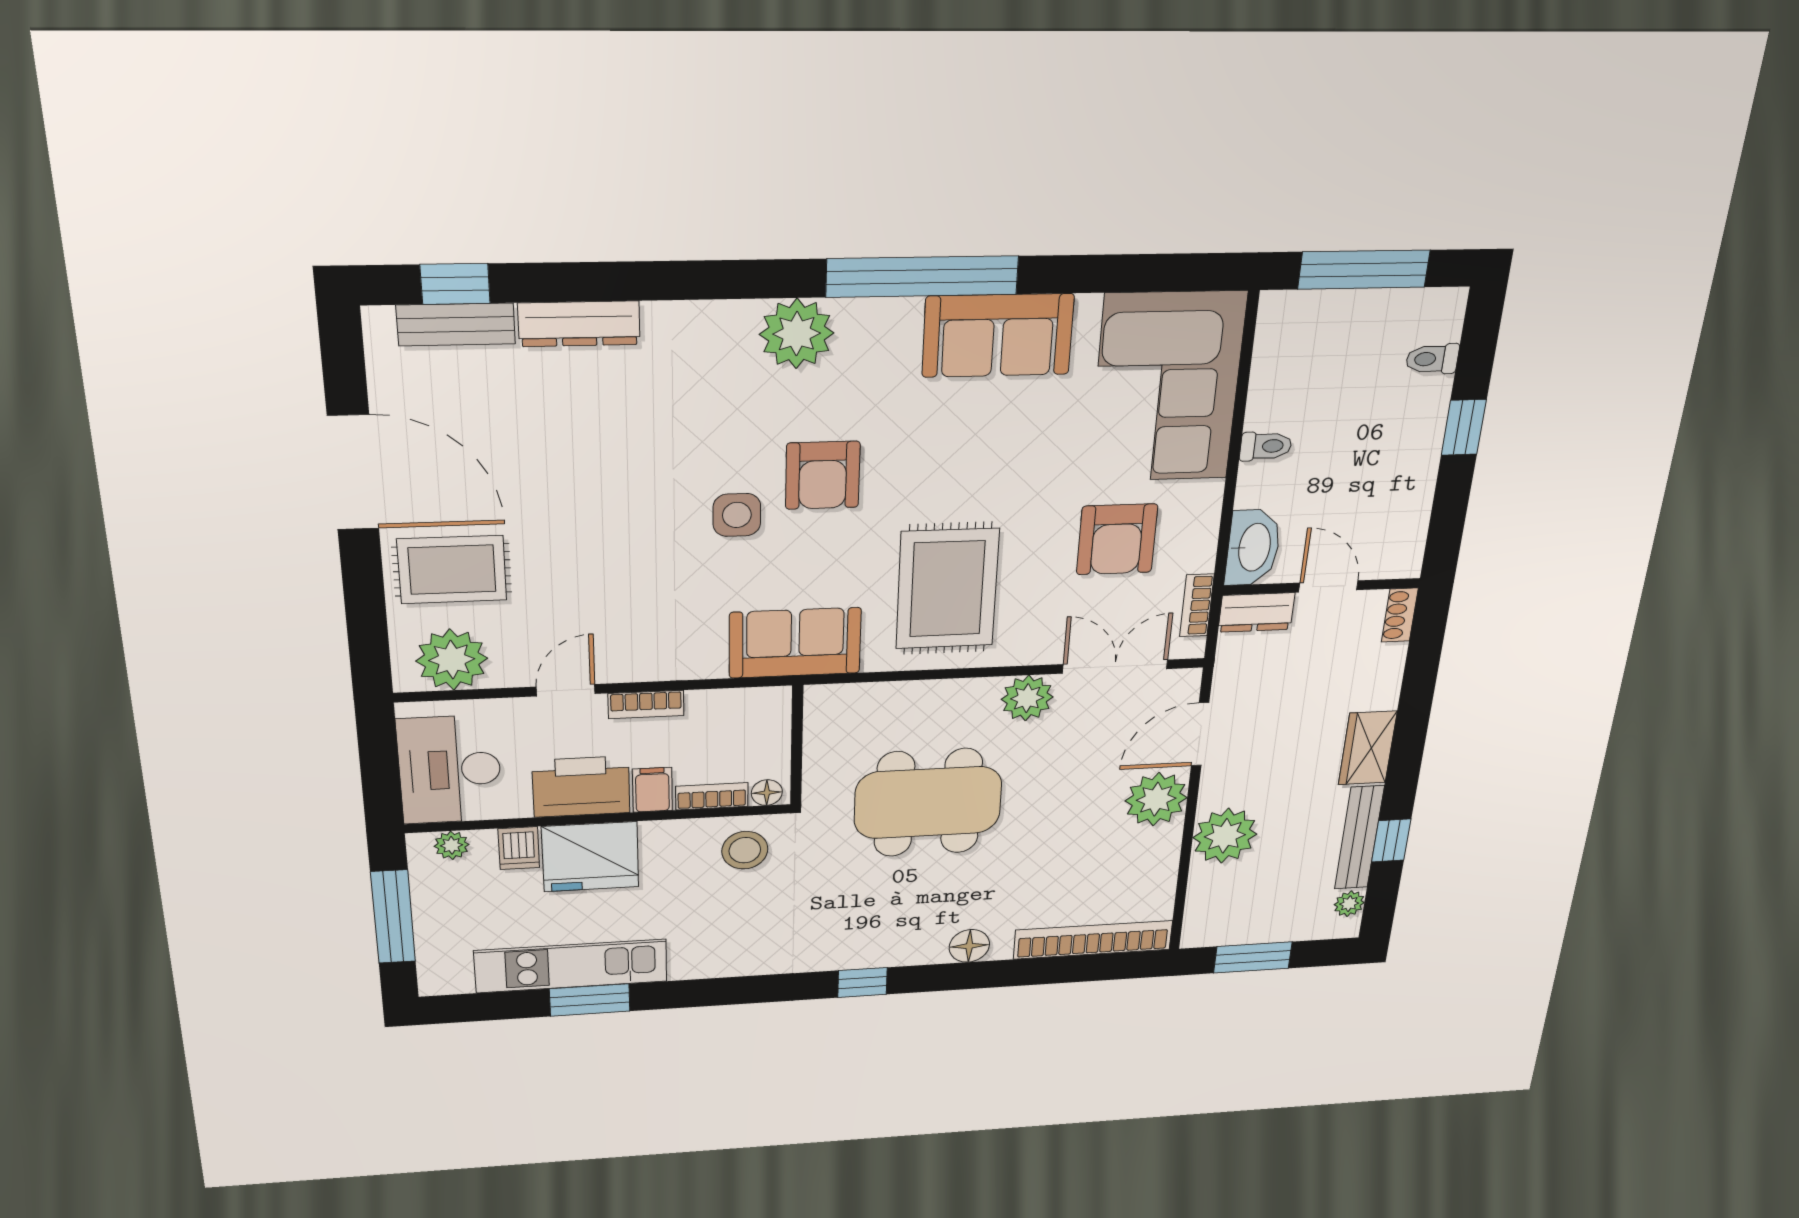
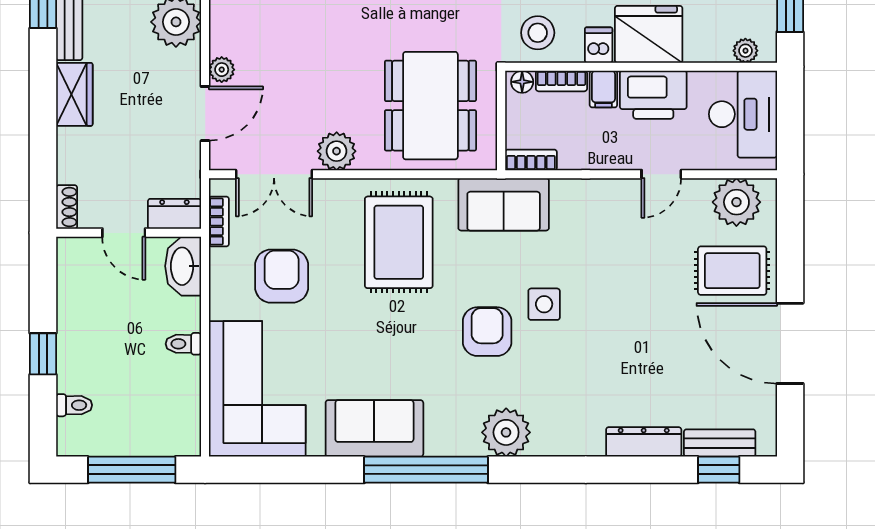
bookcase: (646, 704) -> (531, 160), moved
plant: (1156, 799) -> (222, 70), width x0.53, depth x0.53
dining table: (928, 803) -> (430, 106), moved, turned 90
dishwasher: (519, 848) -> (599, 45), moved

